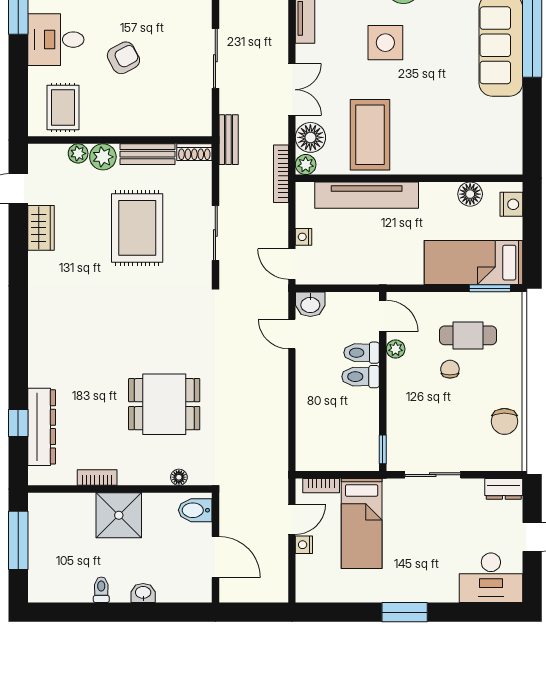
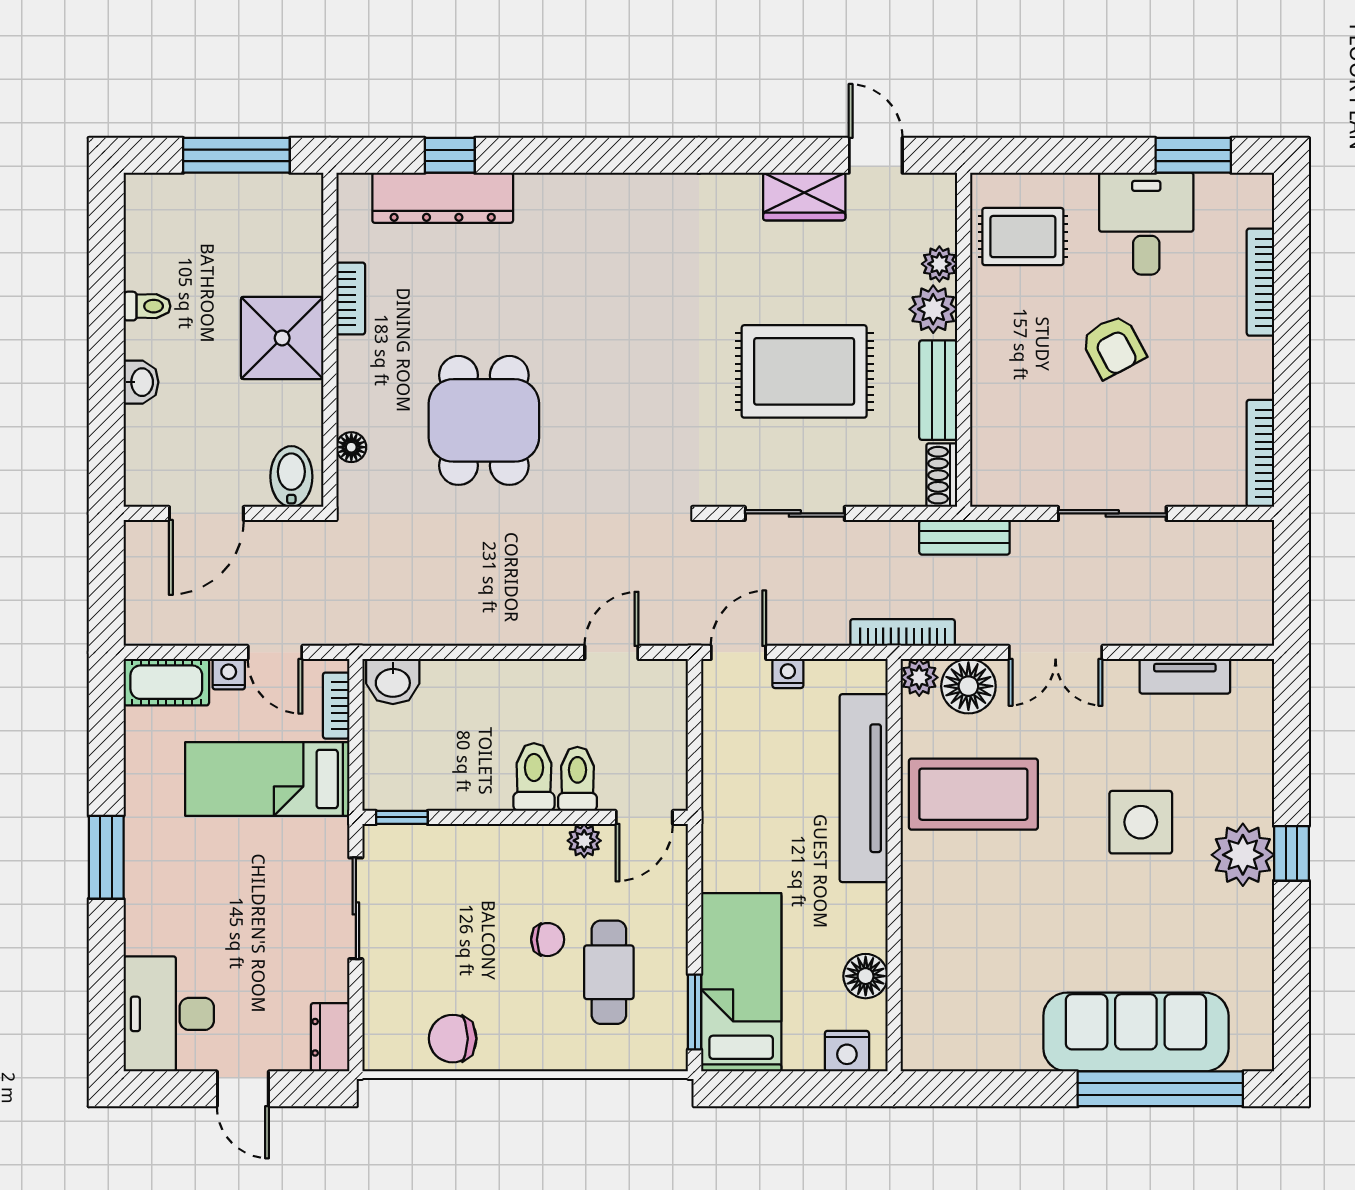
washbasin: (310, 304) -> (393, 681), moved, turned -90
cot: (308, 579) -> (166, 682), added

